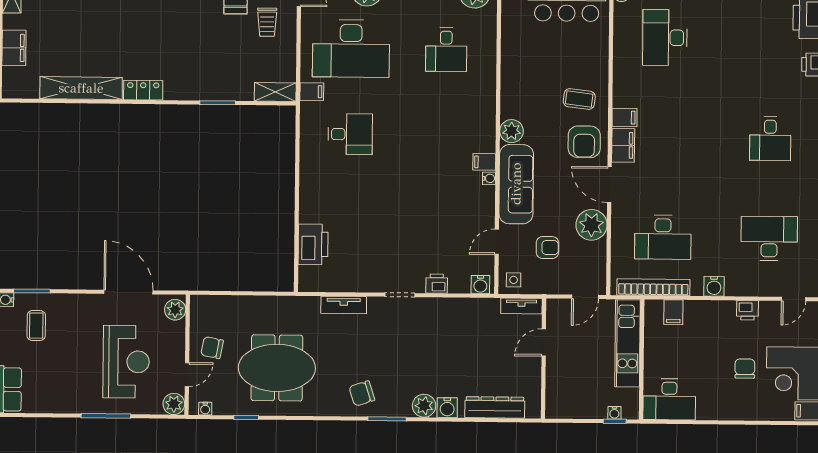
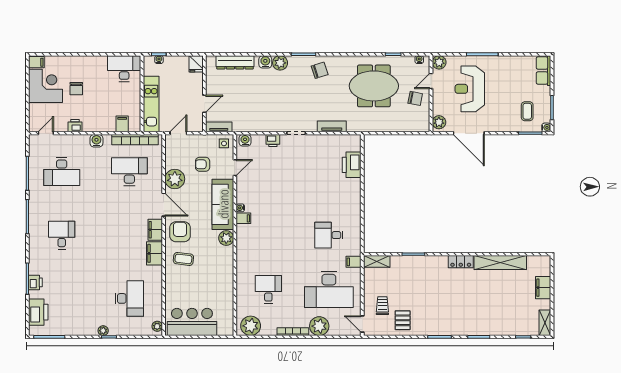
desk: (351, 49) -> (329, 289), turned 180
filing cabinet: (625, 118) -> (154, 253), width x2.00
fridge: (556, 406) -> (196, 64), added

